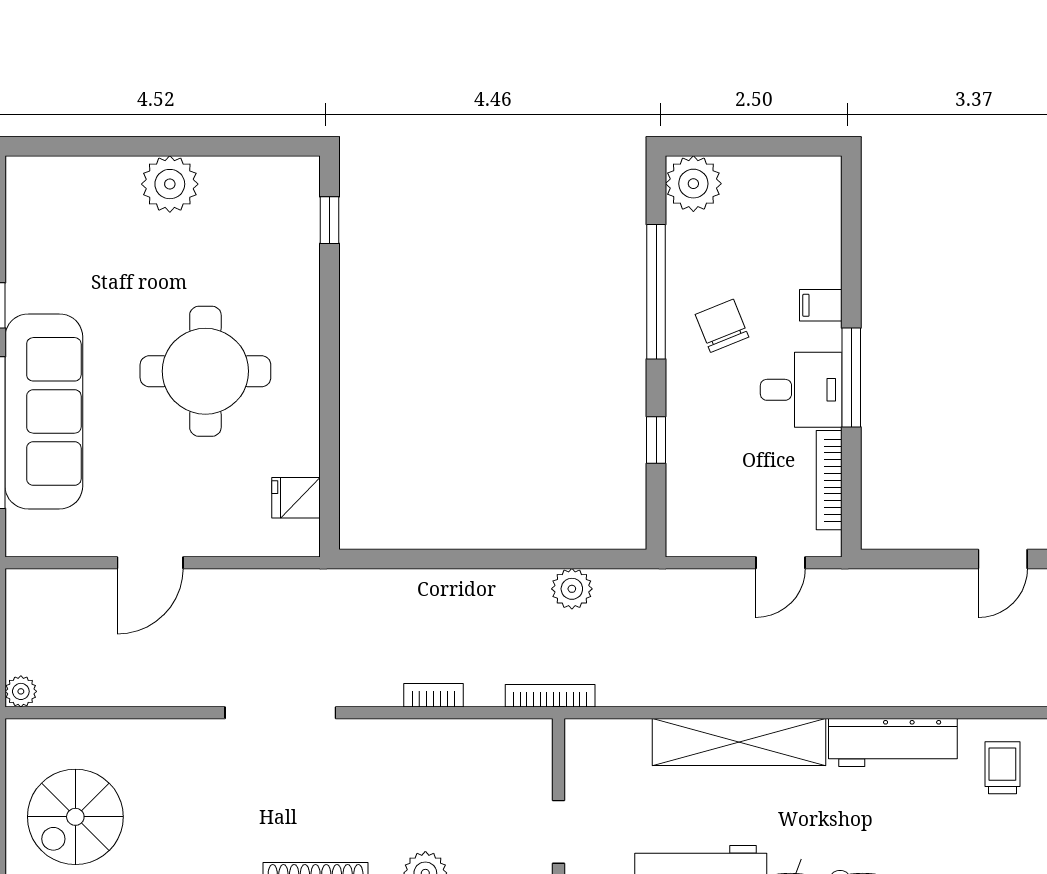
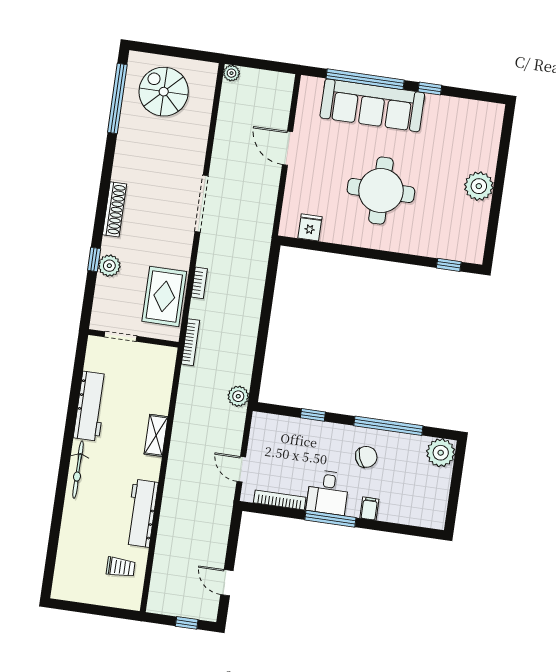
plant: (572, 589) -> (238, 396), moved
shelving: (739, 742) -> (156, 435), width x0.45, depth x0.75
rug: (469, 759) -> (164, 296), added

